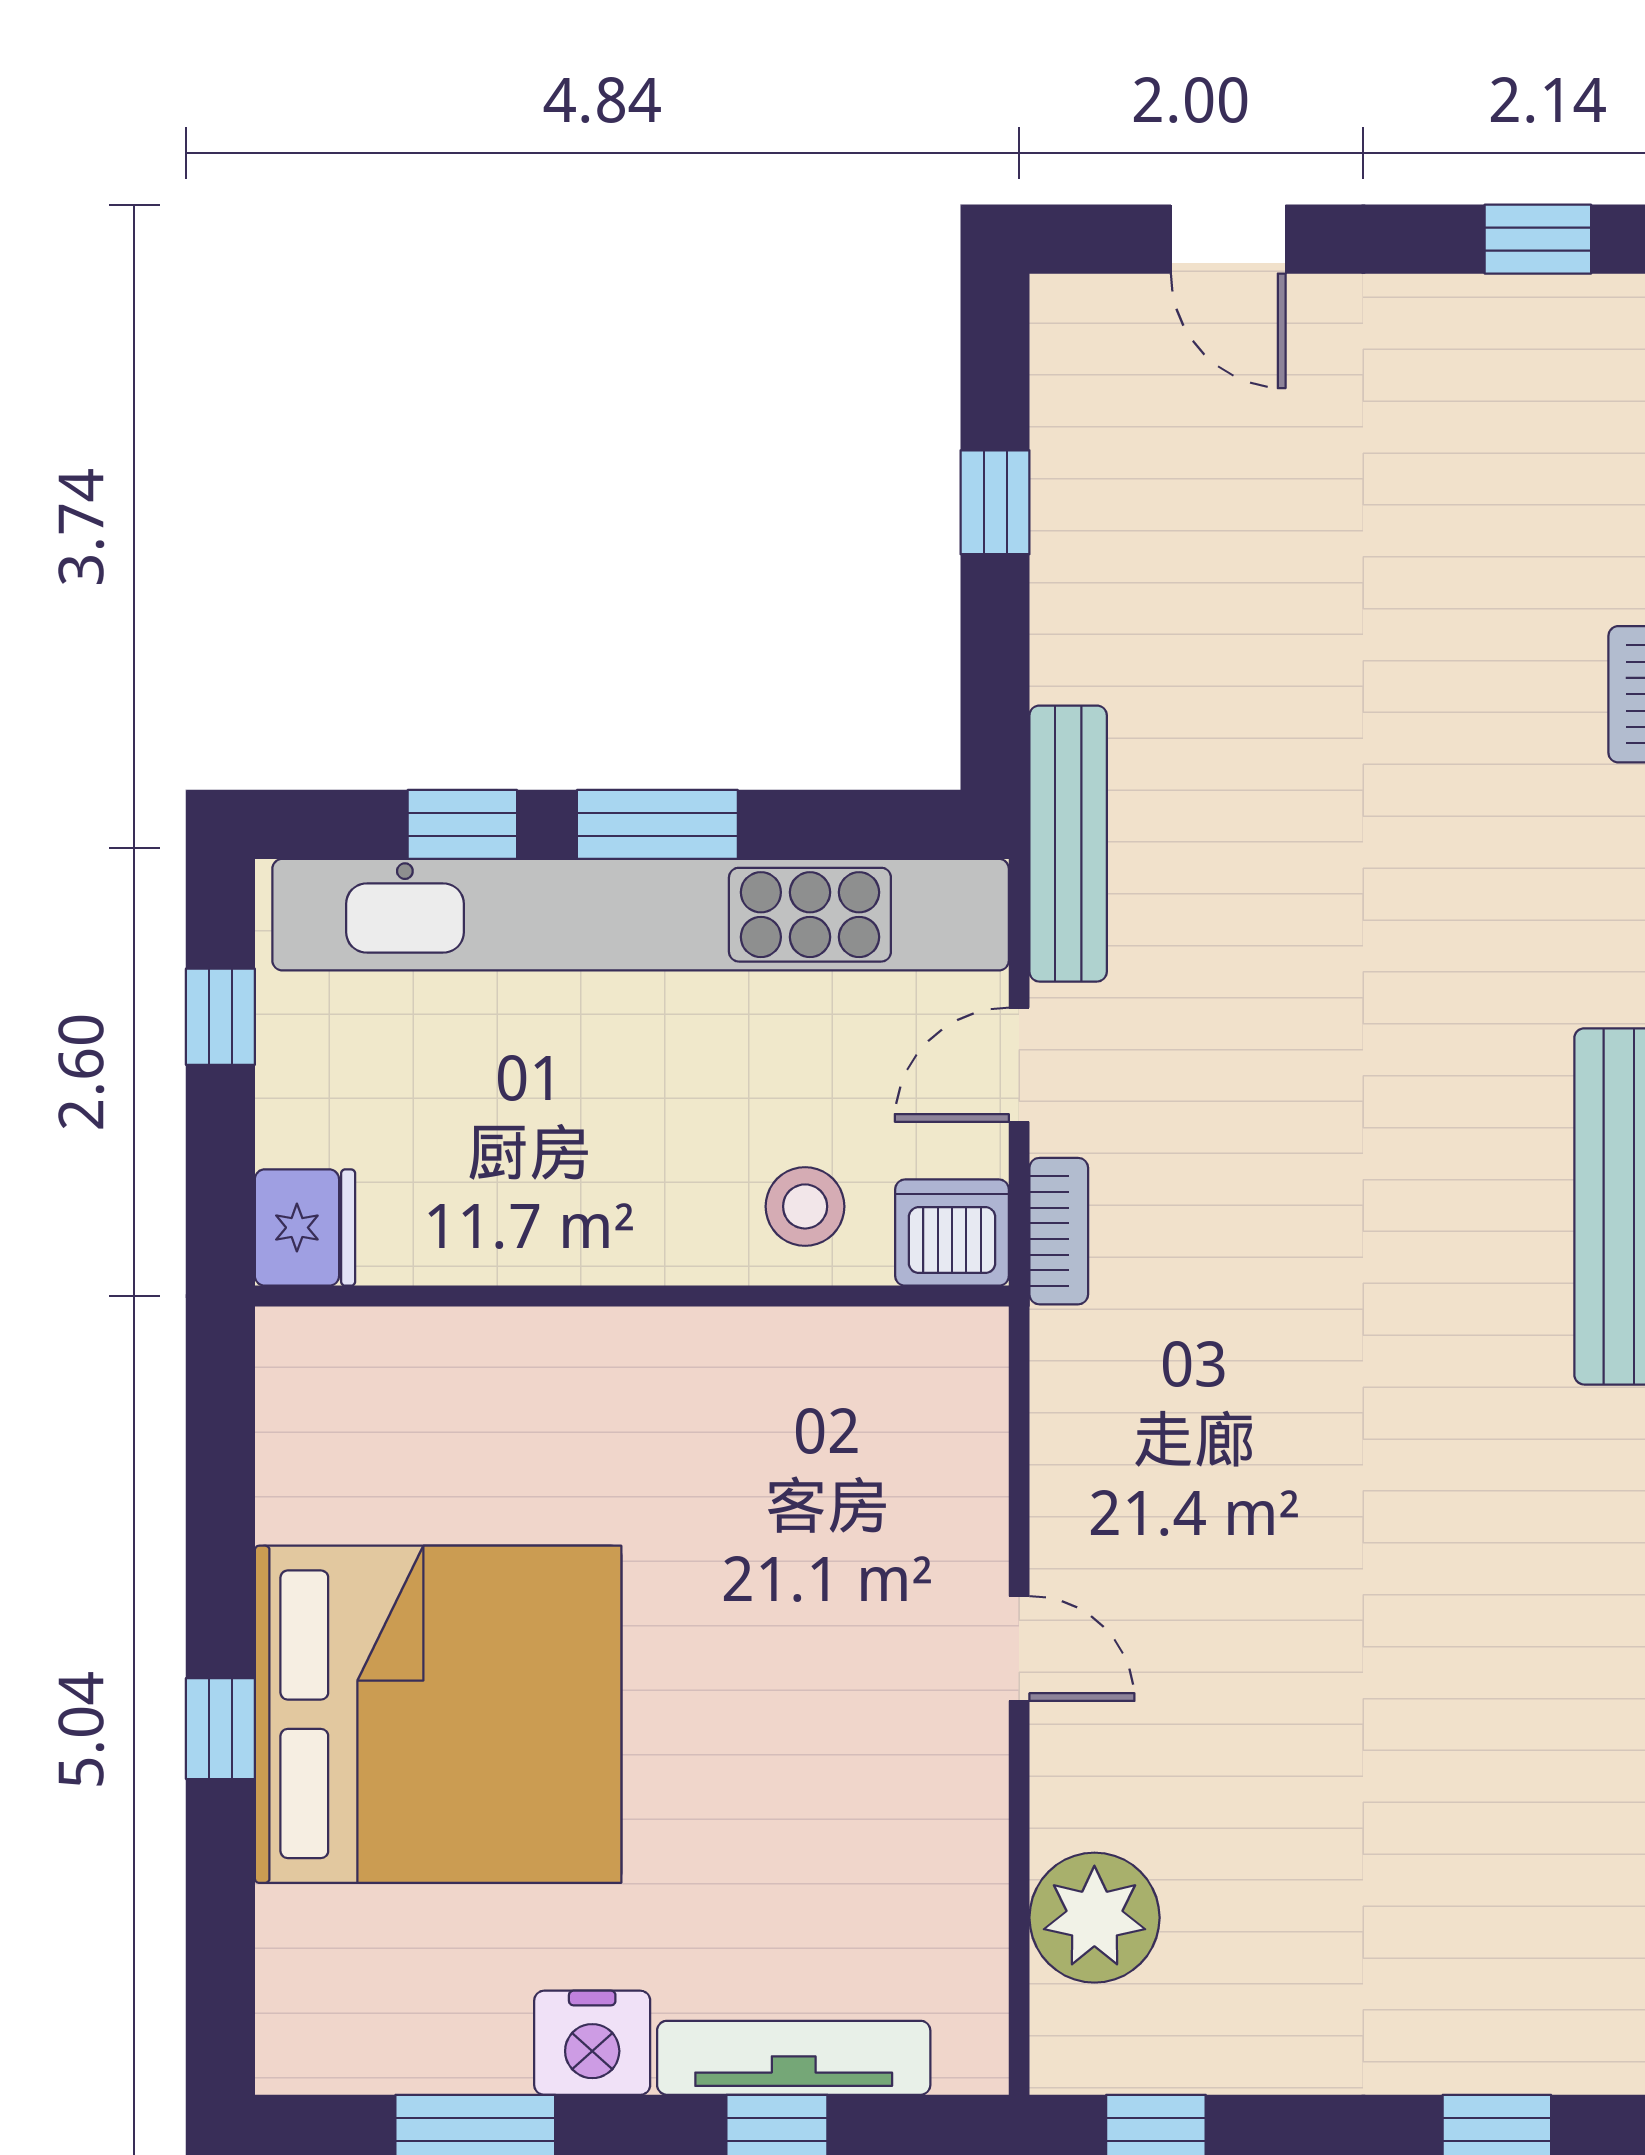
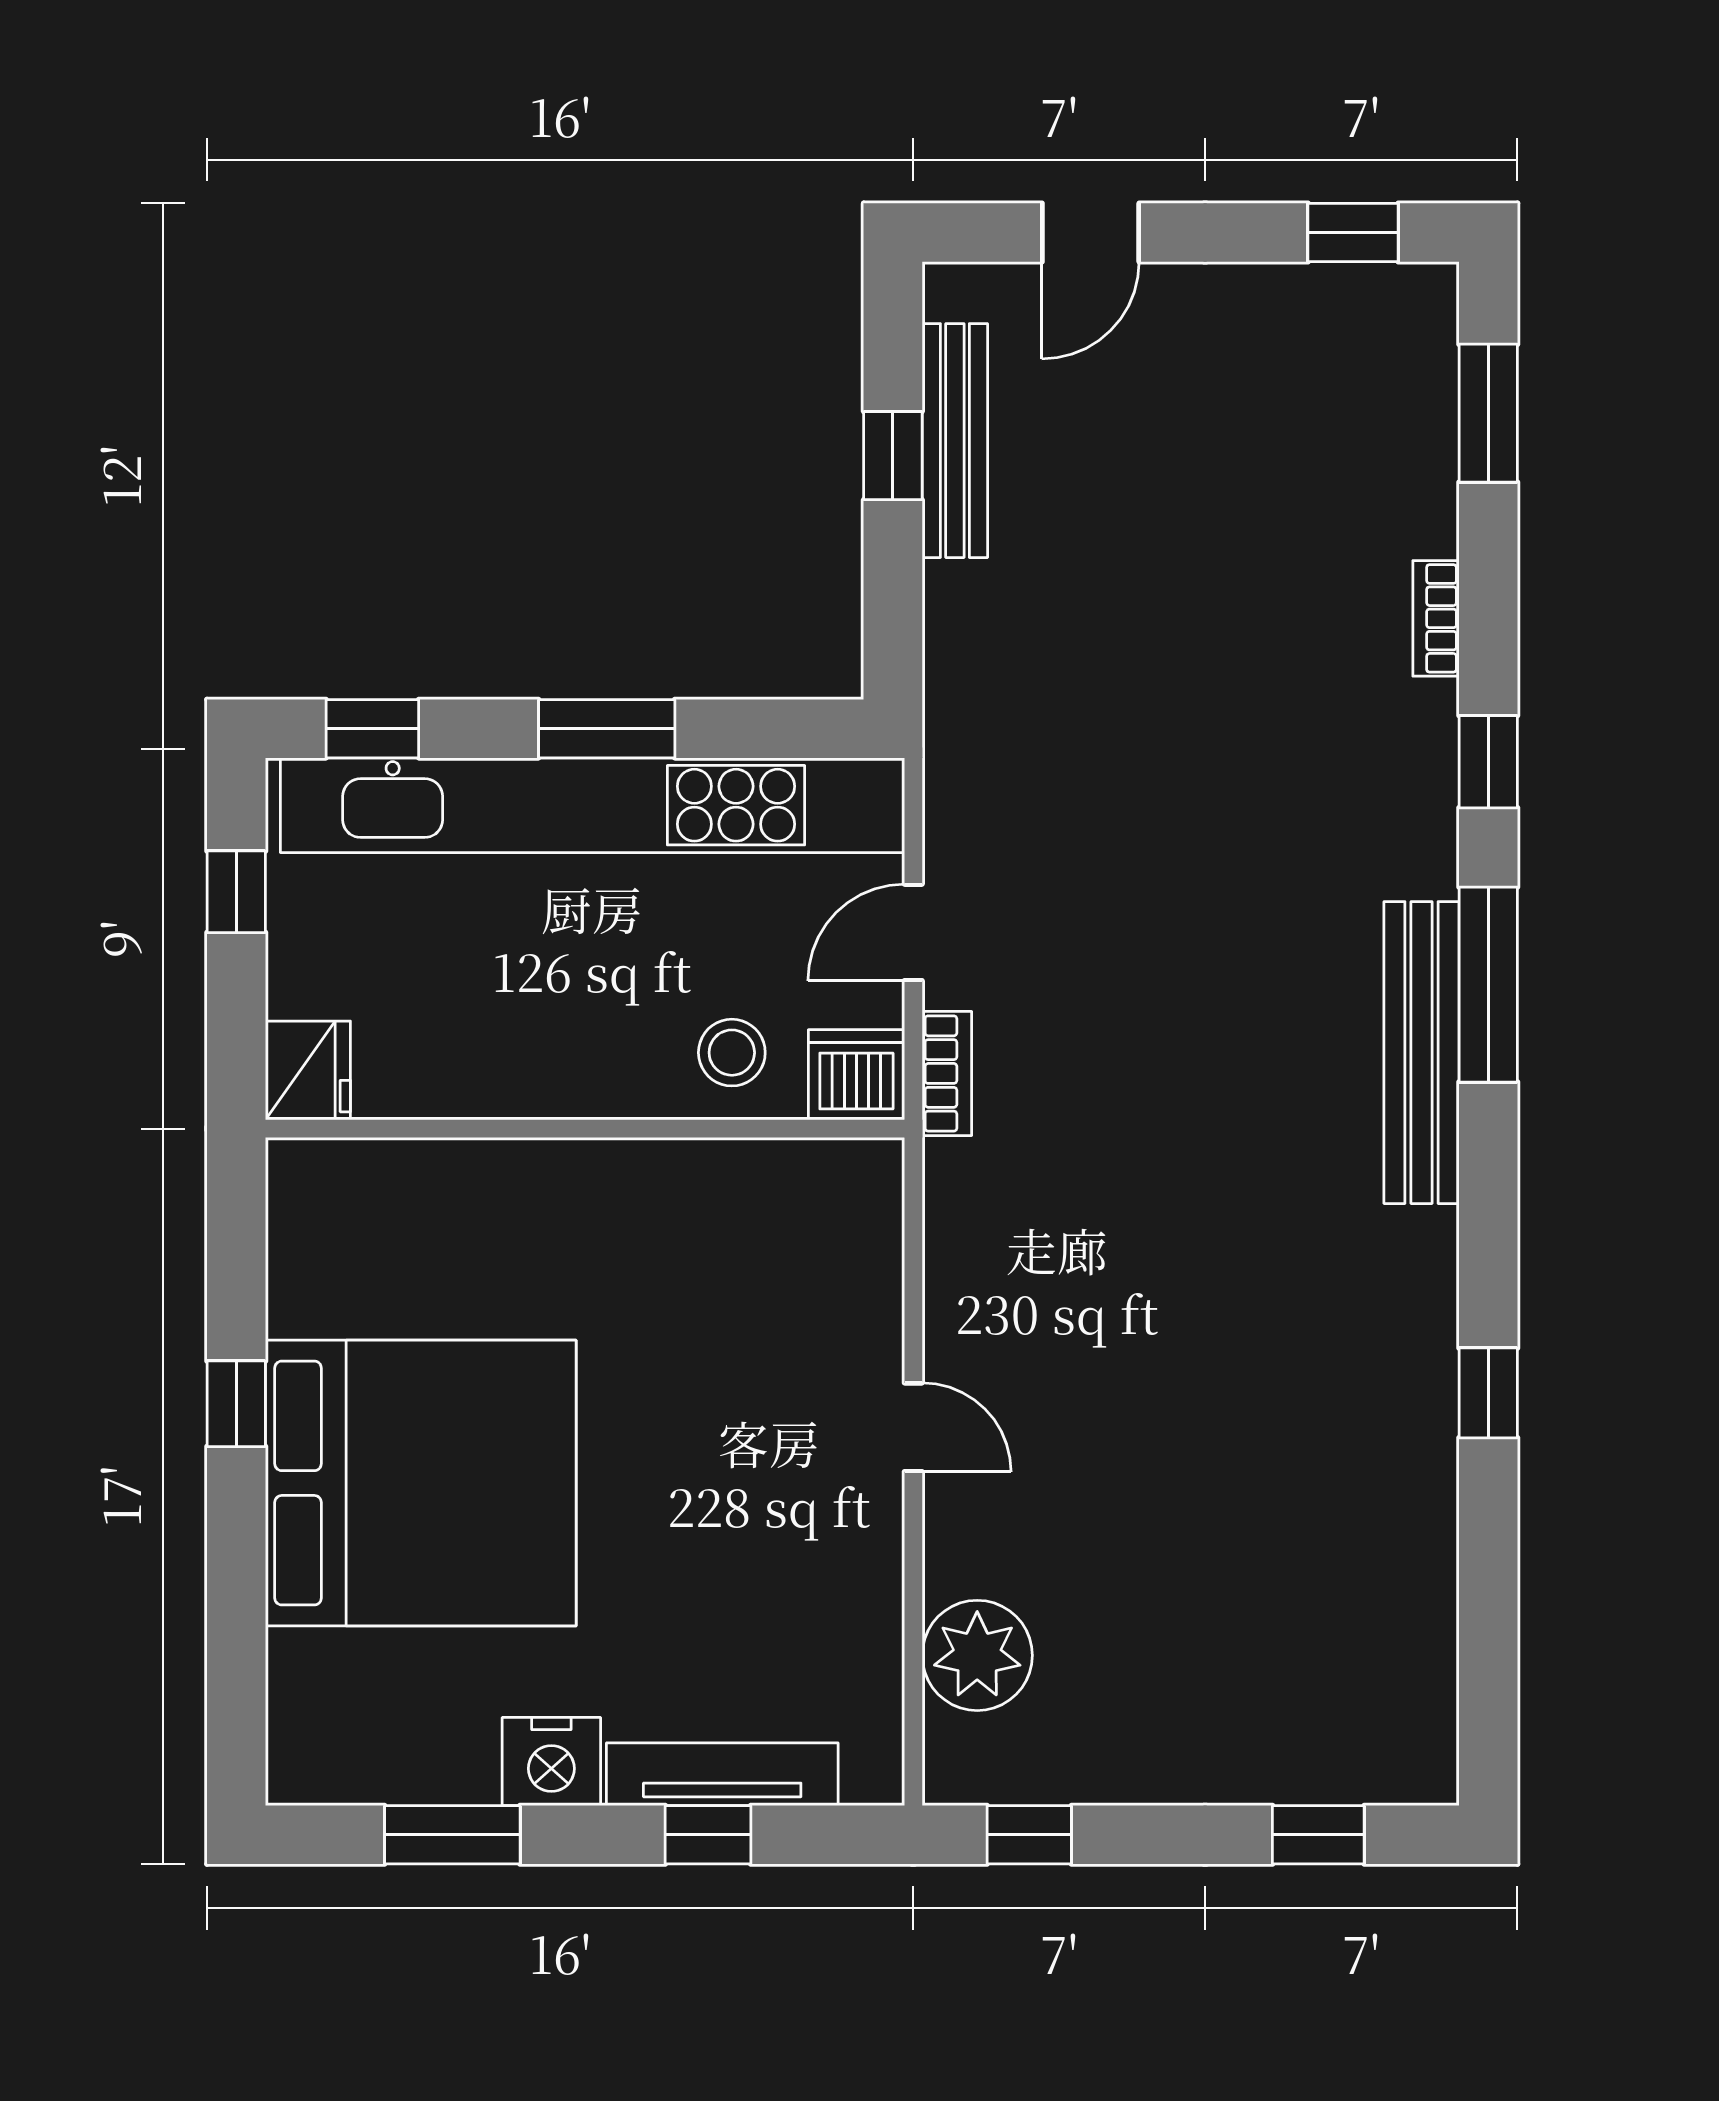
door: (1228, 239) -> (1091, 233), hinge flipped
window: (462, 824) -> (372, 729), moved
bench: (1068, 844) -> (955, 441), moved
window: (220, 1729) -> (236, 1404), moved

